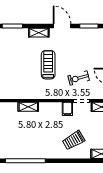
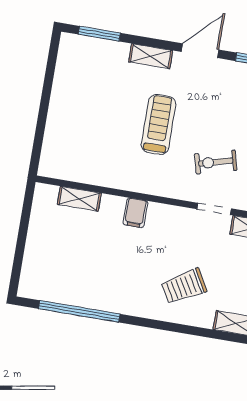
door: (62, 26) -> (200, 51), hinge flipped
shelving: (28, 107) -> (79, 199), moved
filing cabinet: (67, 109) -> (135, 213), moved

